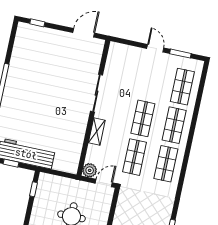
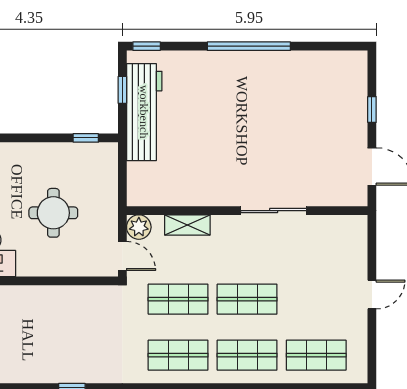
window: (37, 23) -> (372, 109), moved
window: (180, 54) -> (372, 339), removed
shelving: (97, 131) -> (187, 225), moved

